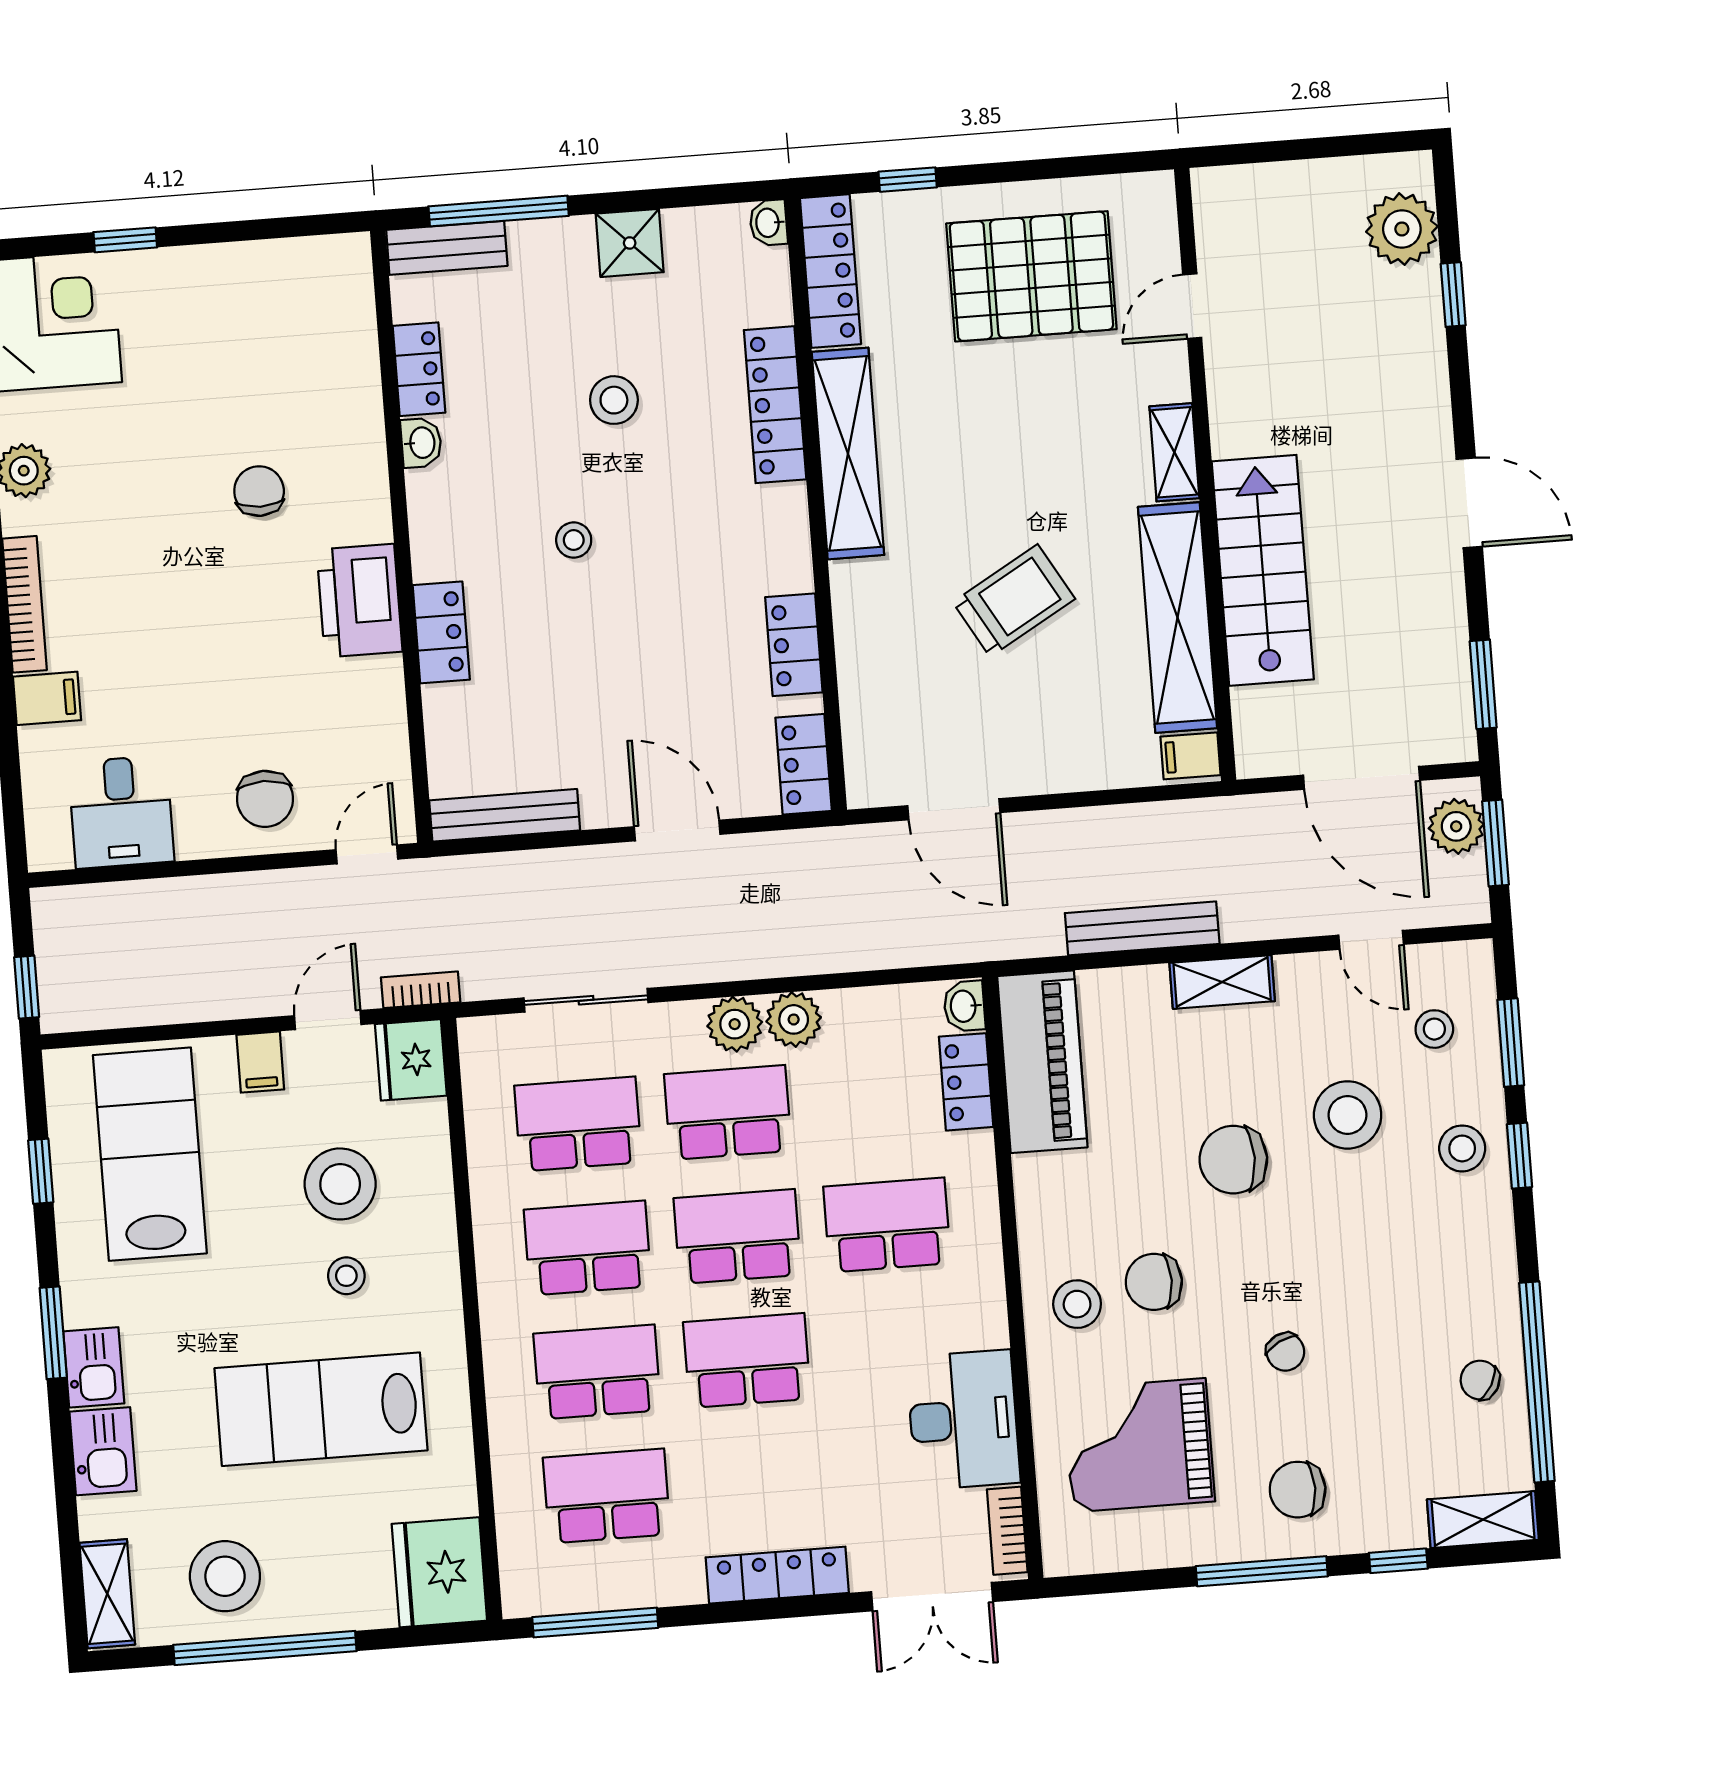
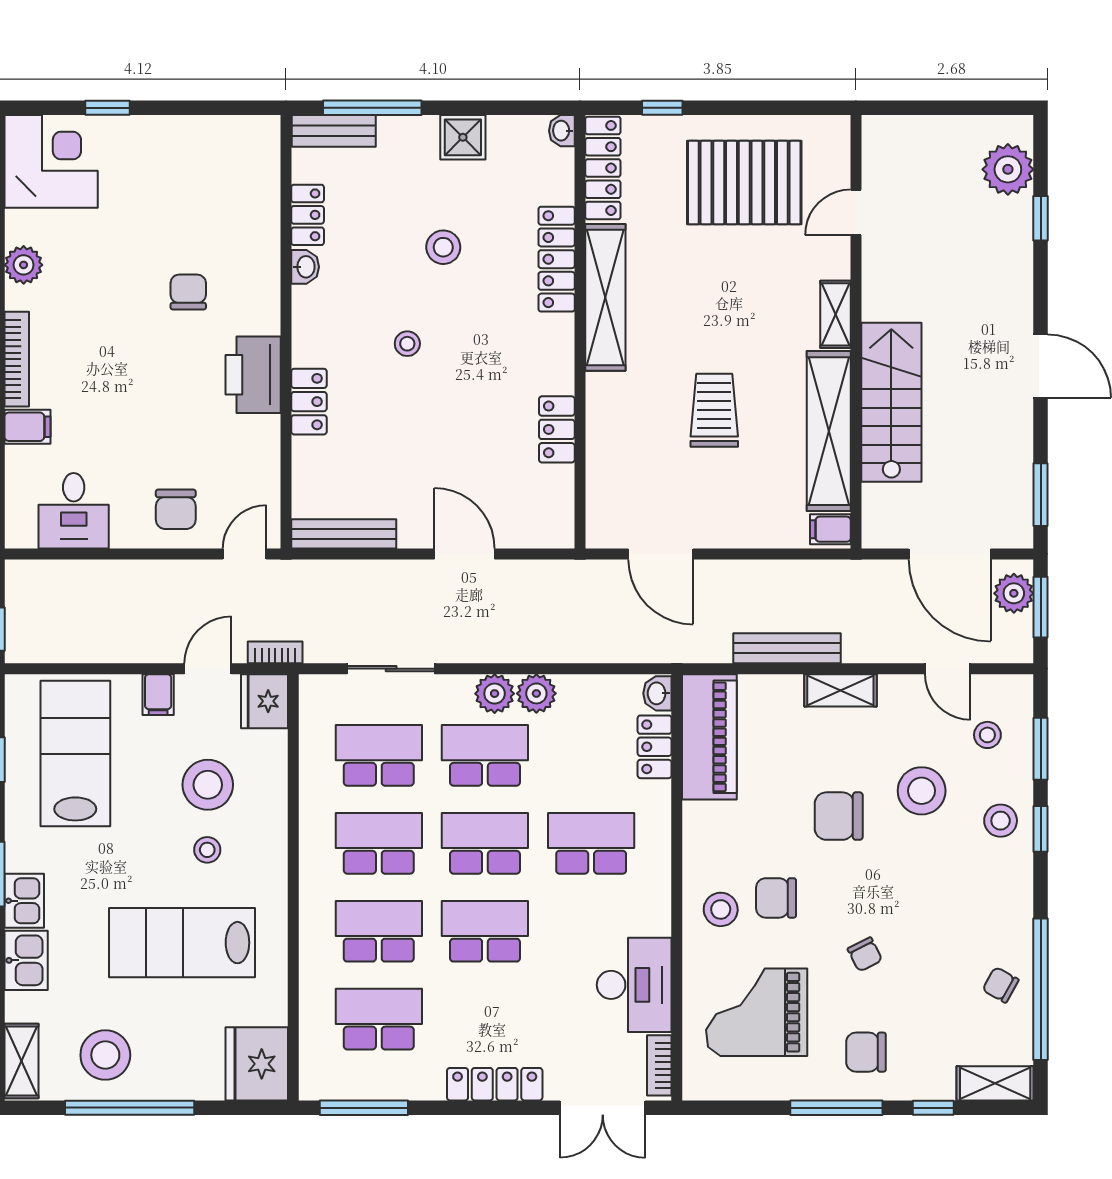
trolley: (1014, 601) -> (714, 410), turned -60
locker: (804, 764) -> (557, 514), removed

